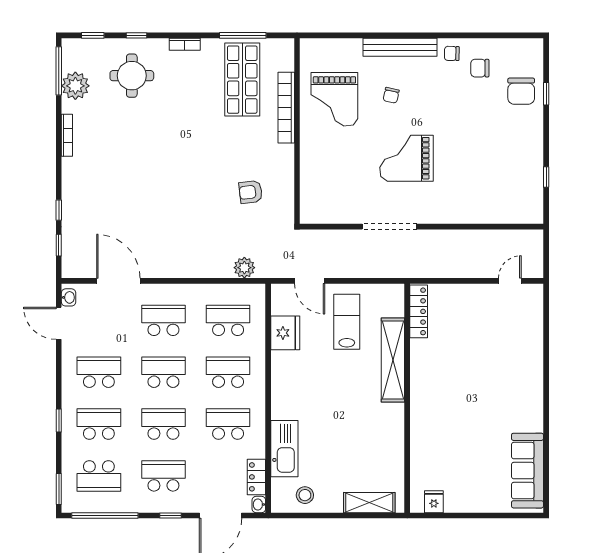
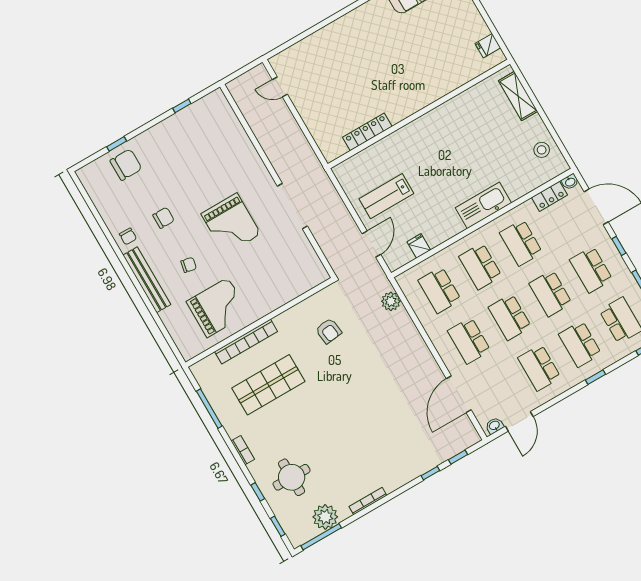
chair: (480, 68) -> (164, 218), moved, turned -90
shop shelf: (242, 80) -> (268, 385), moved
locker: (419, 311) -> (367, 132), moved
fridge: (285, 333) -> (419, 246), width x0.53, depth x0.75
shelving: (393, 360) -> (395, 143), removed
kitchen sink: (284, 449) -> (483, 205), moved

